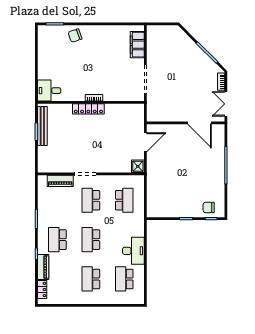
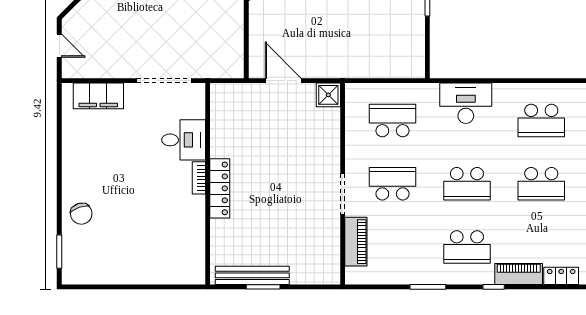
door: (164, 24) -> (59, 46), added
desk: (49, 91) -> (184, 140), moved, turned -90
school desk: (91, 200) -> (393, 184), turned 180
desk: (133, 251) -> (466, 103), moved

